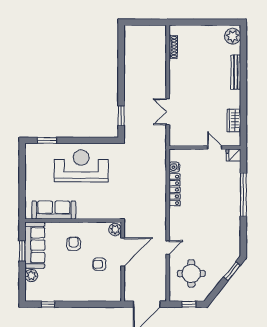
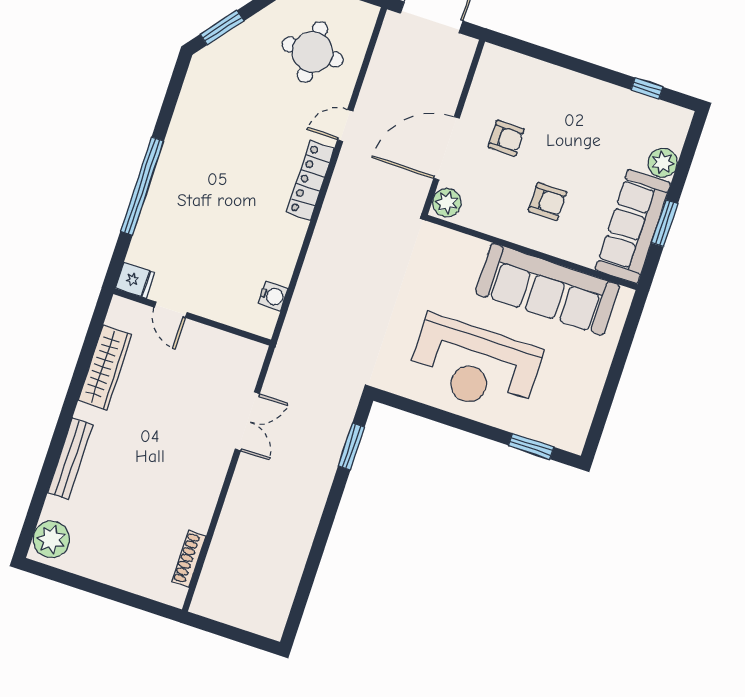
wardrobe: (234, 120) -> (105, 368), width x1.50
locker: (174, 190) -> (311, 180), moved
sofa: (54, 210) -> (548, 289), width x1.36, depth x1.27
armchair: (74, 244) -> (548, 202), turned -90

